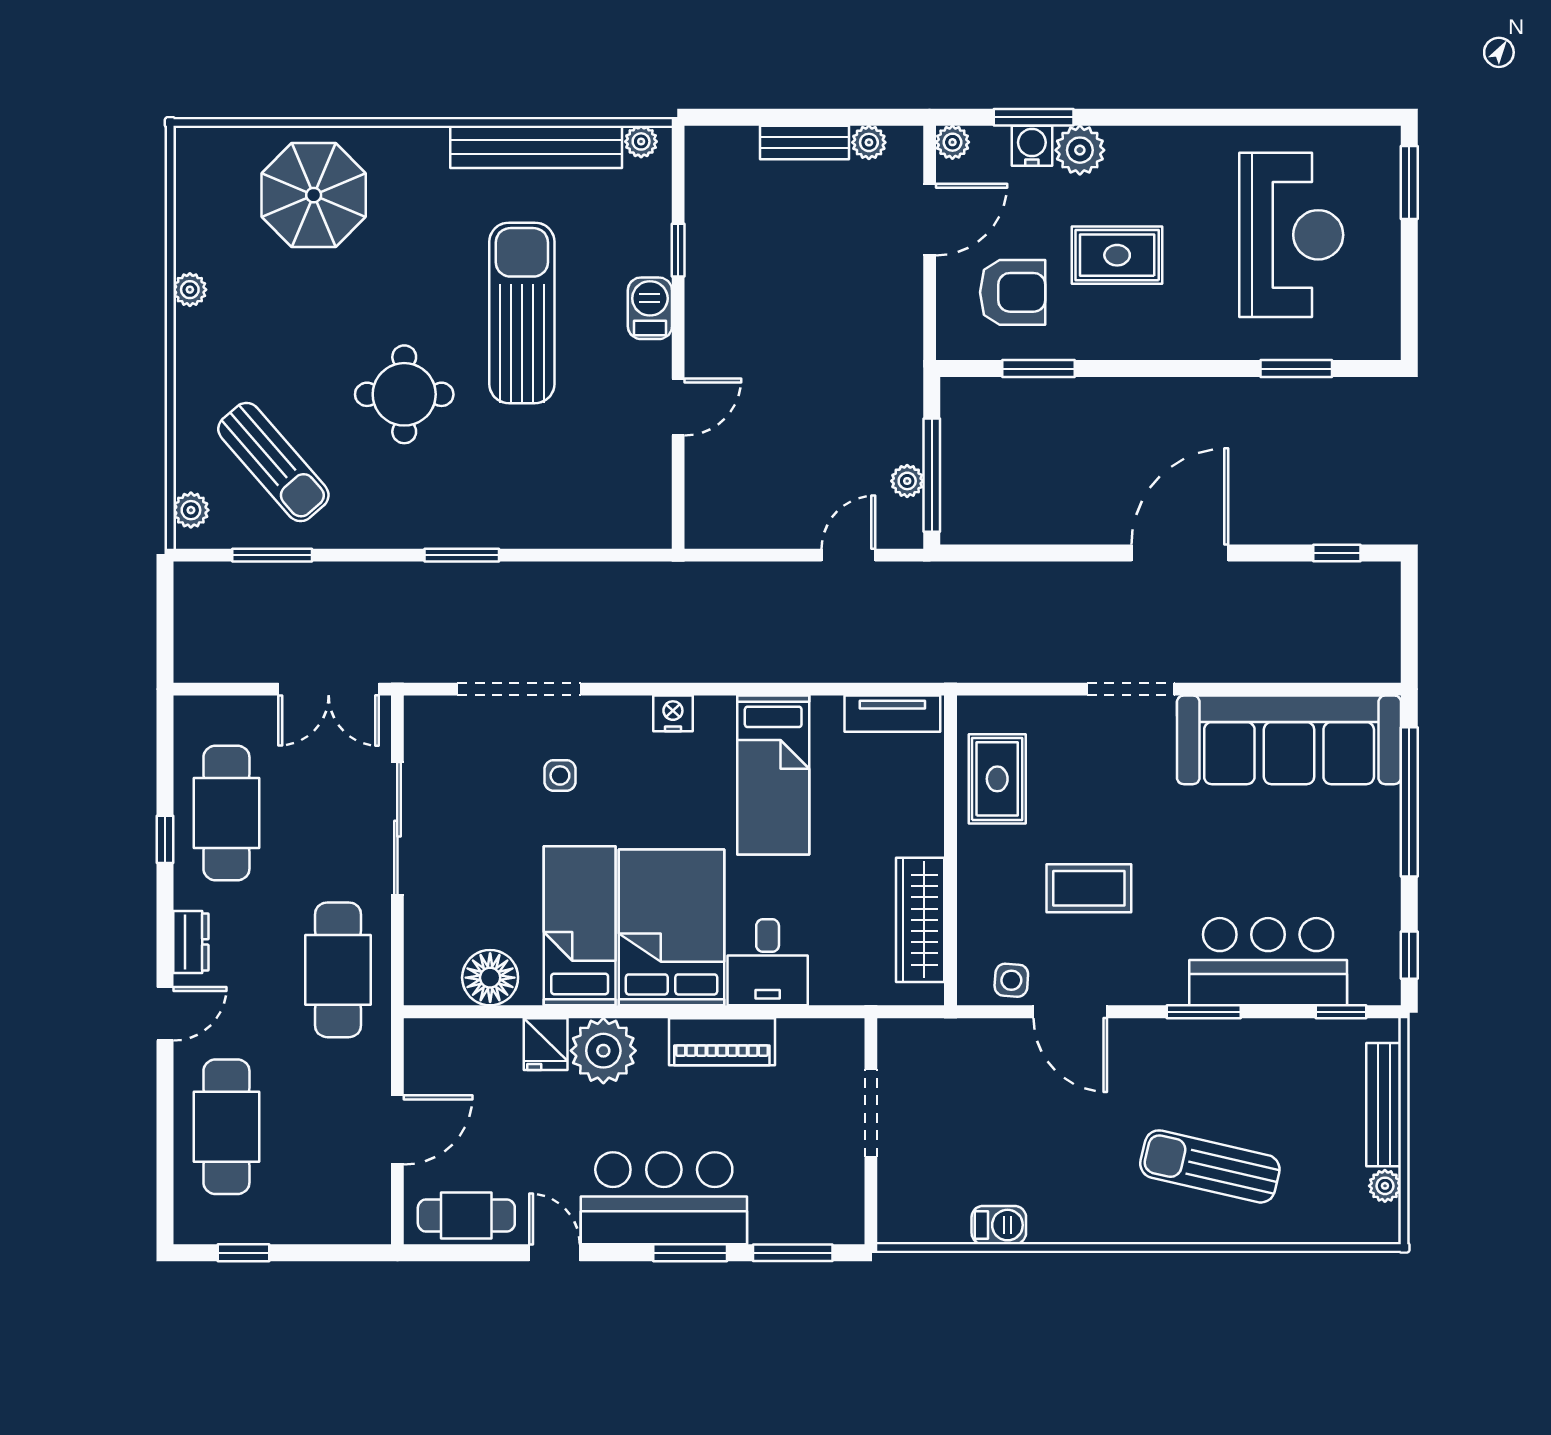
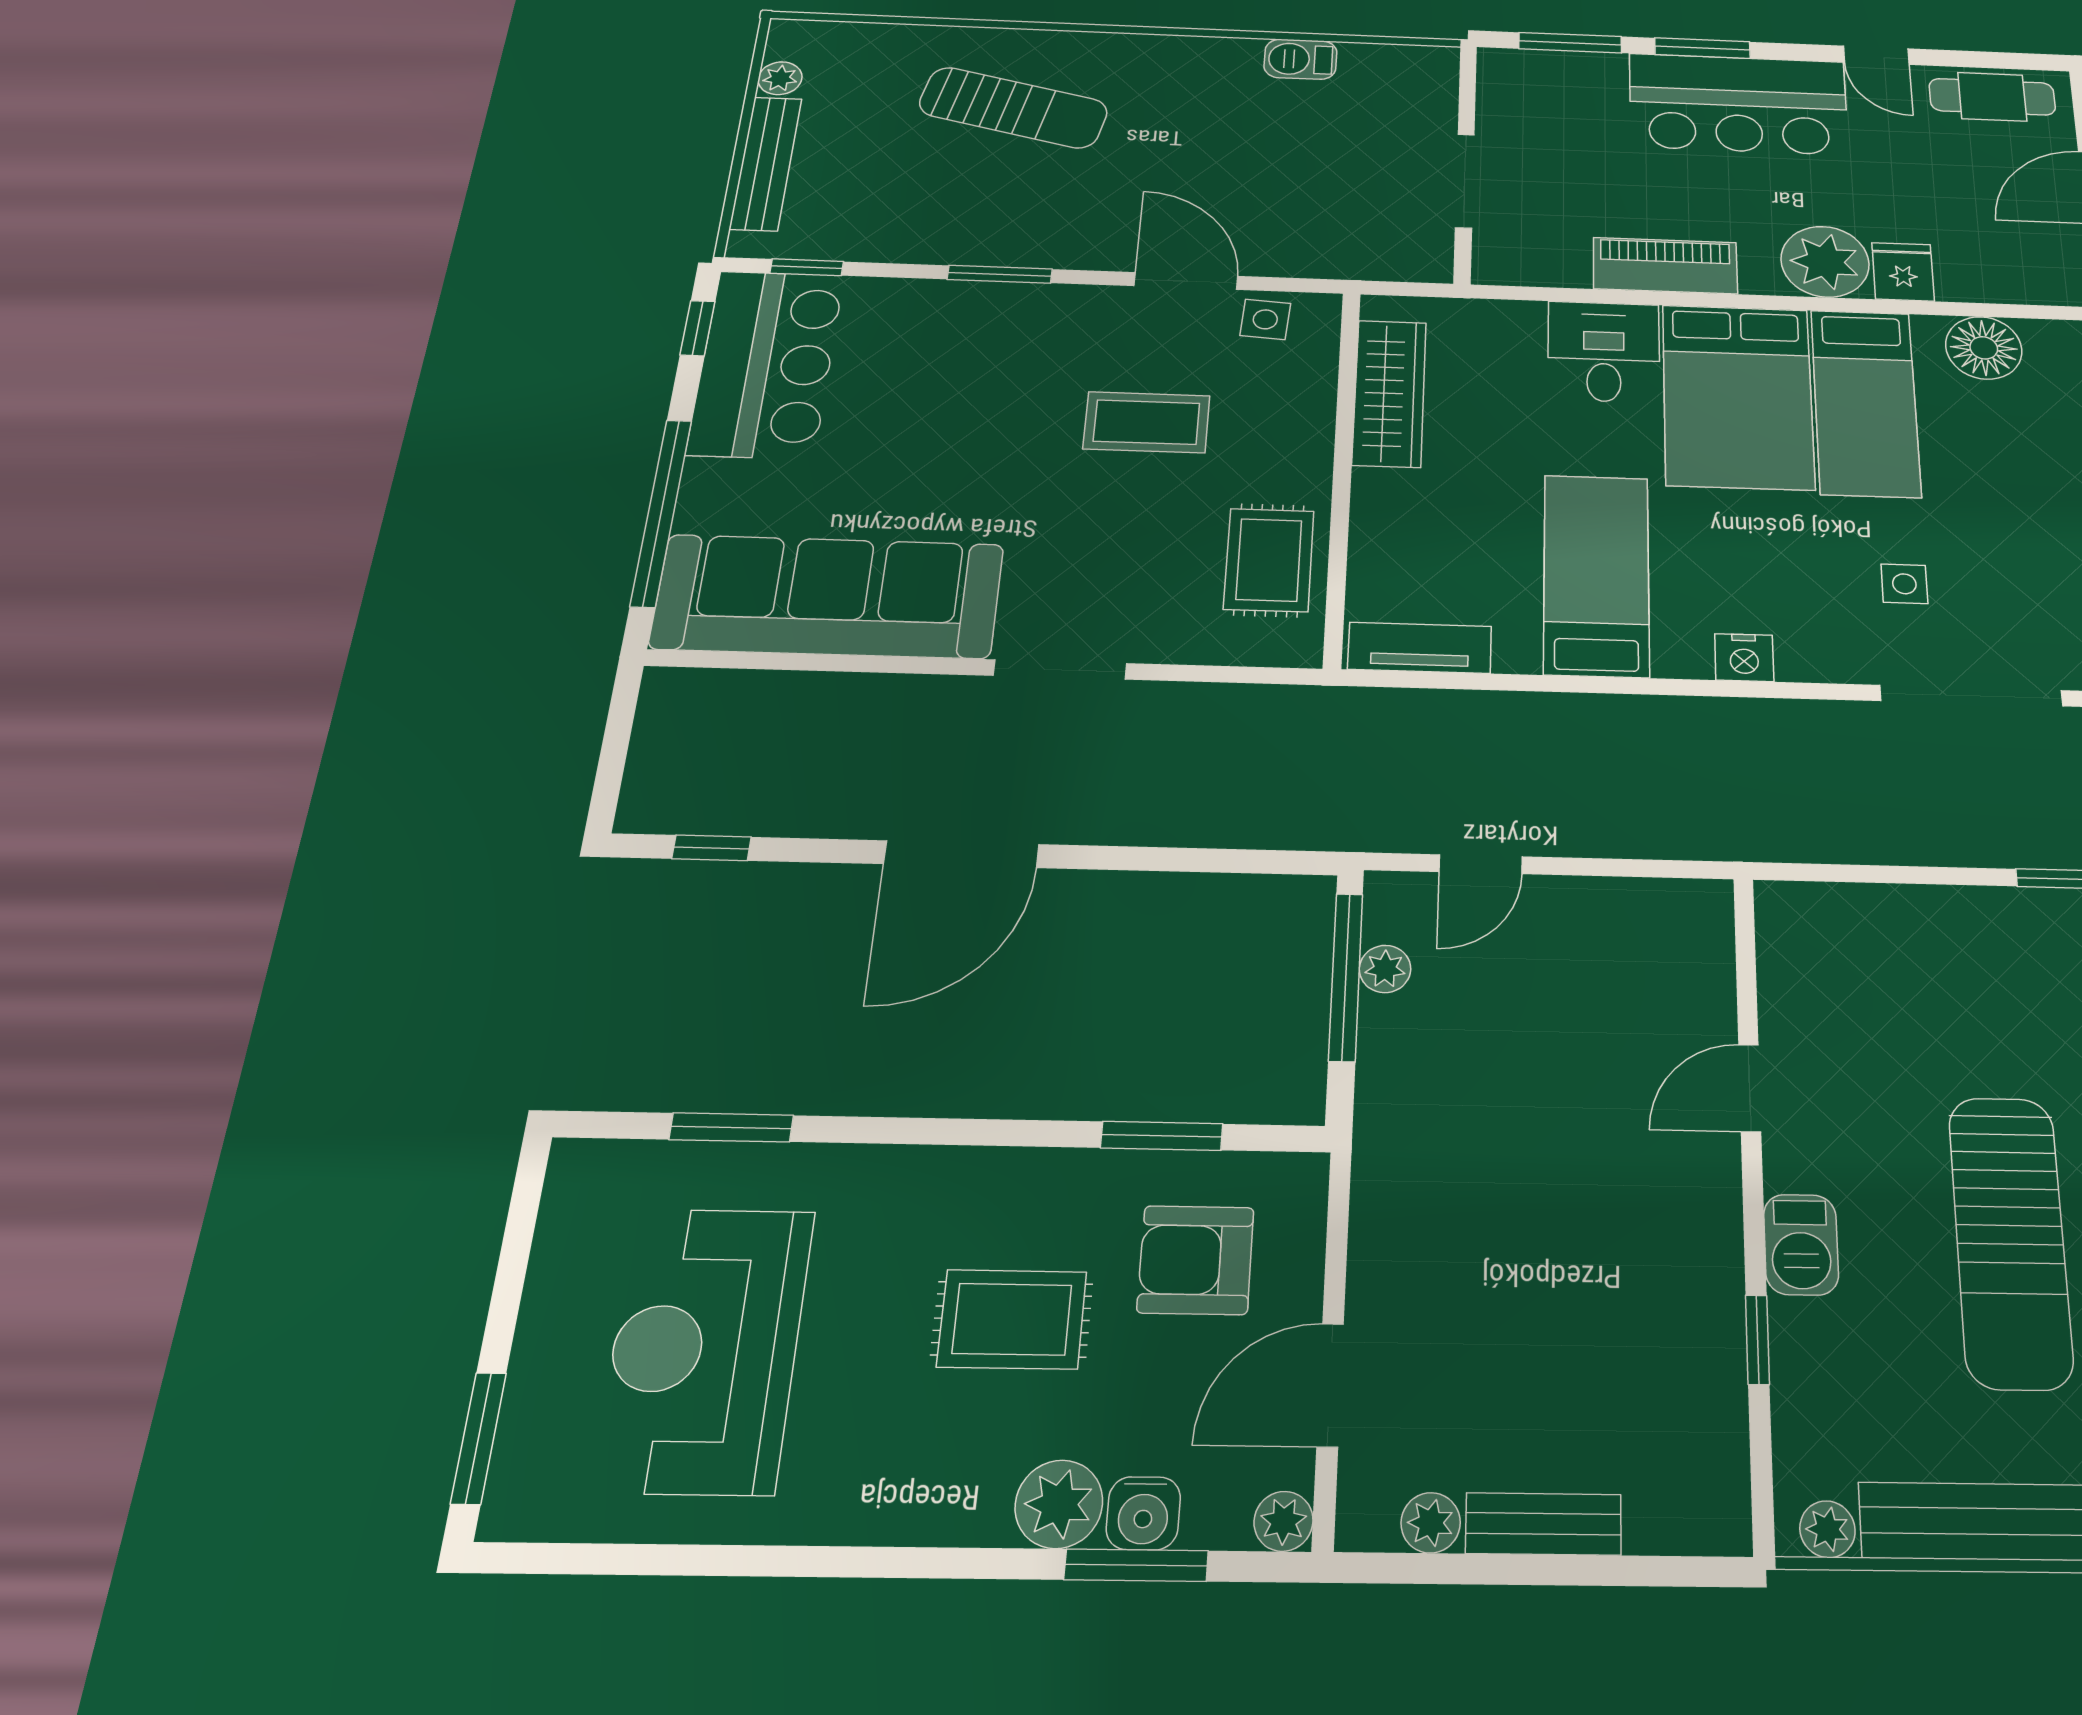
bar counter: (1268, 962) -> (766, 364), moved, turned -90

